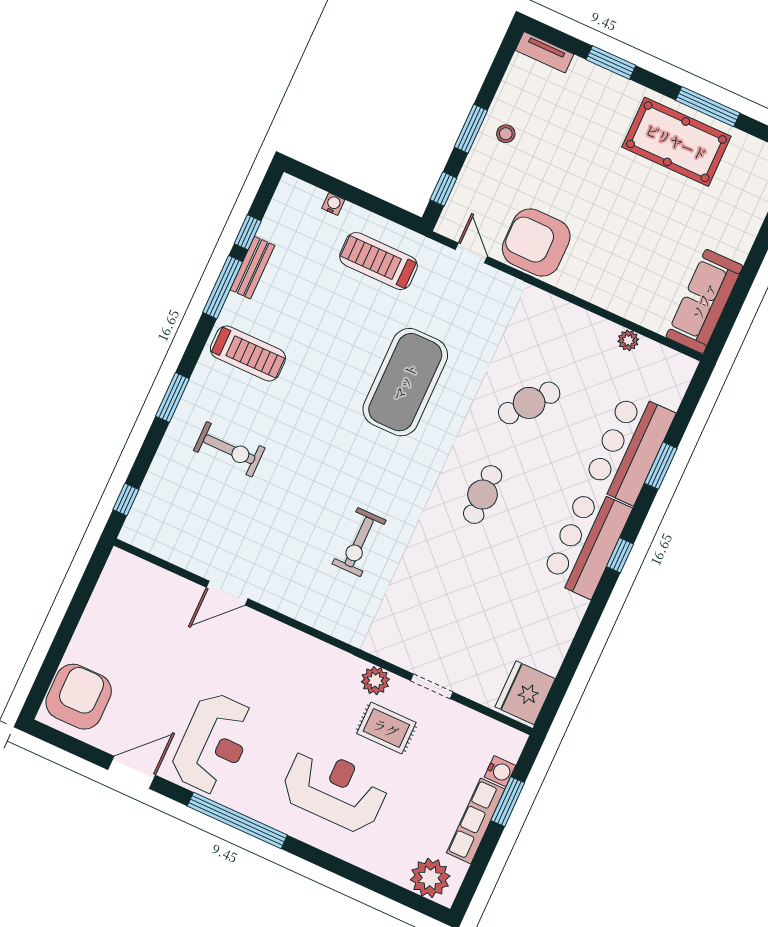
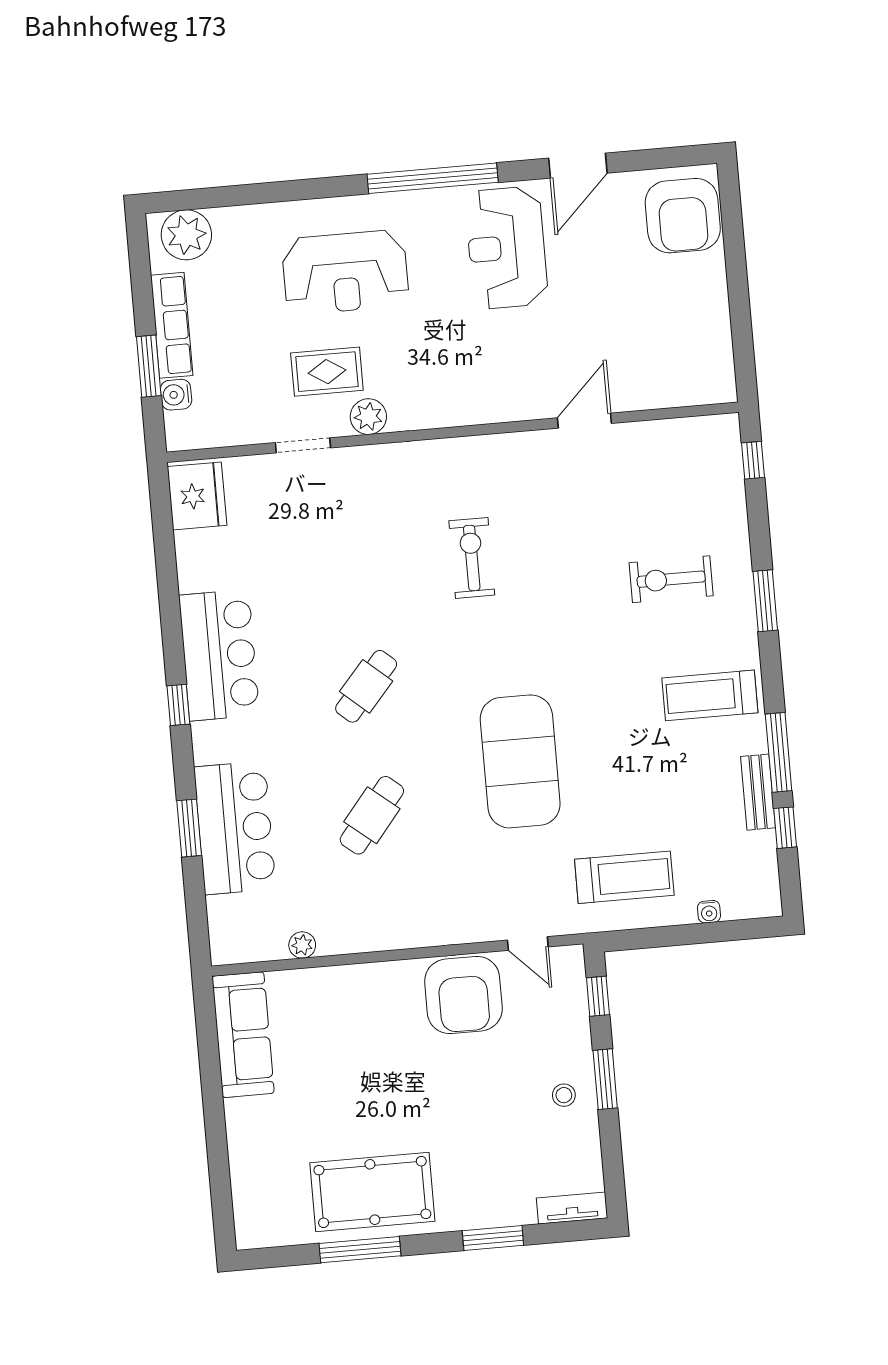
armchair: (536, 242) -> (463, 995), turned 90
cafe table: (483, 495) -> (366, 686), turned 41
bar counter: (586, 543) -> (219, 655), moved

